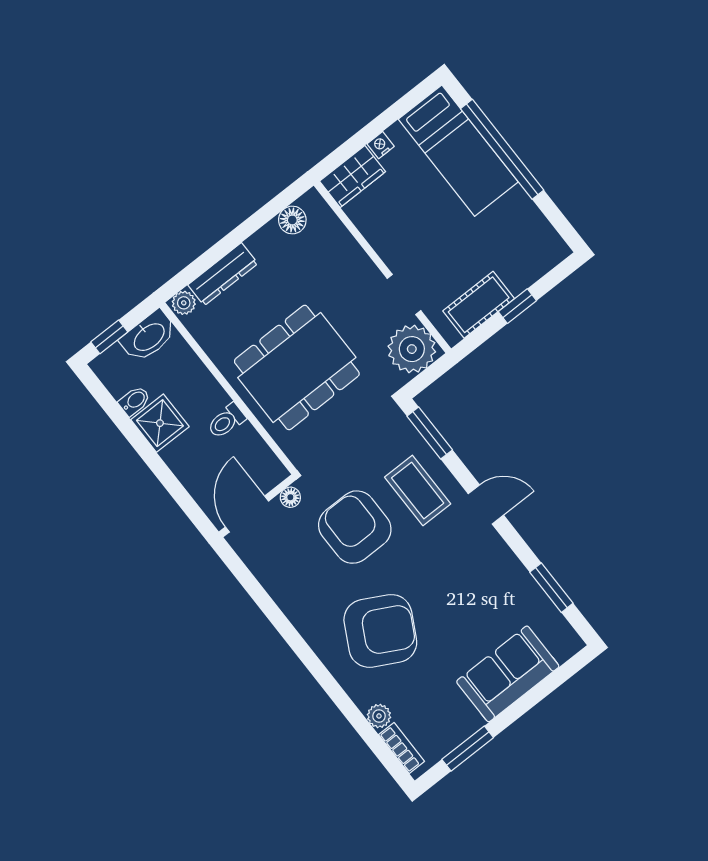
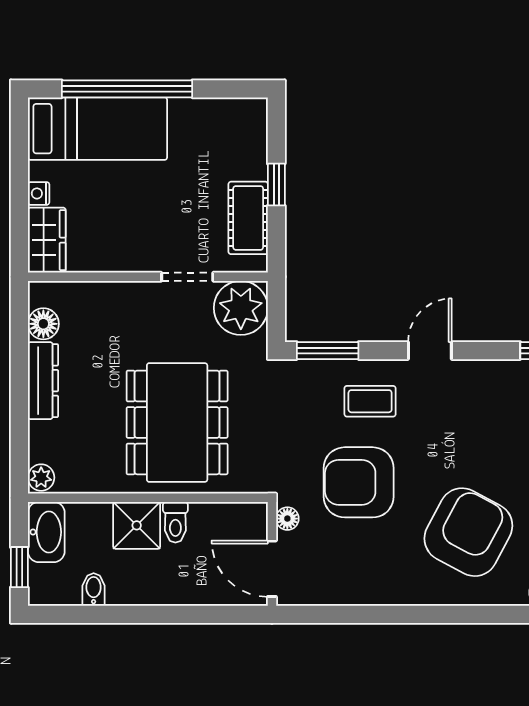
dresser: (223, 274) -> (43, 381), moved
shower: (160, 423) -> (137, 525), moved
coffee table: (418, 490) -> (370, 401), width x0.73, depth x0.77

